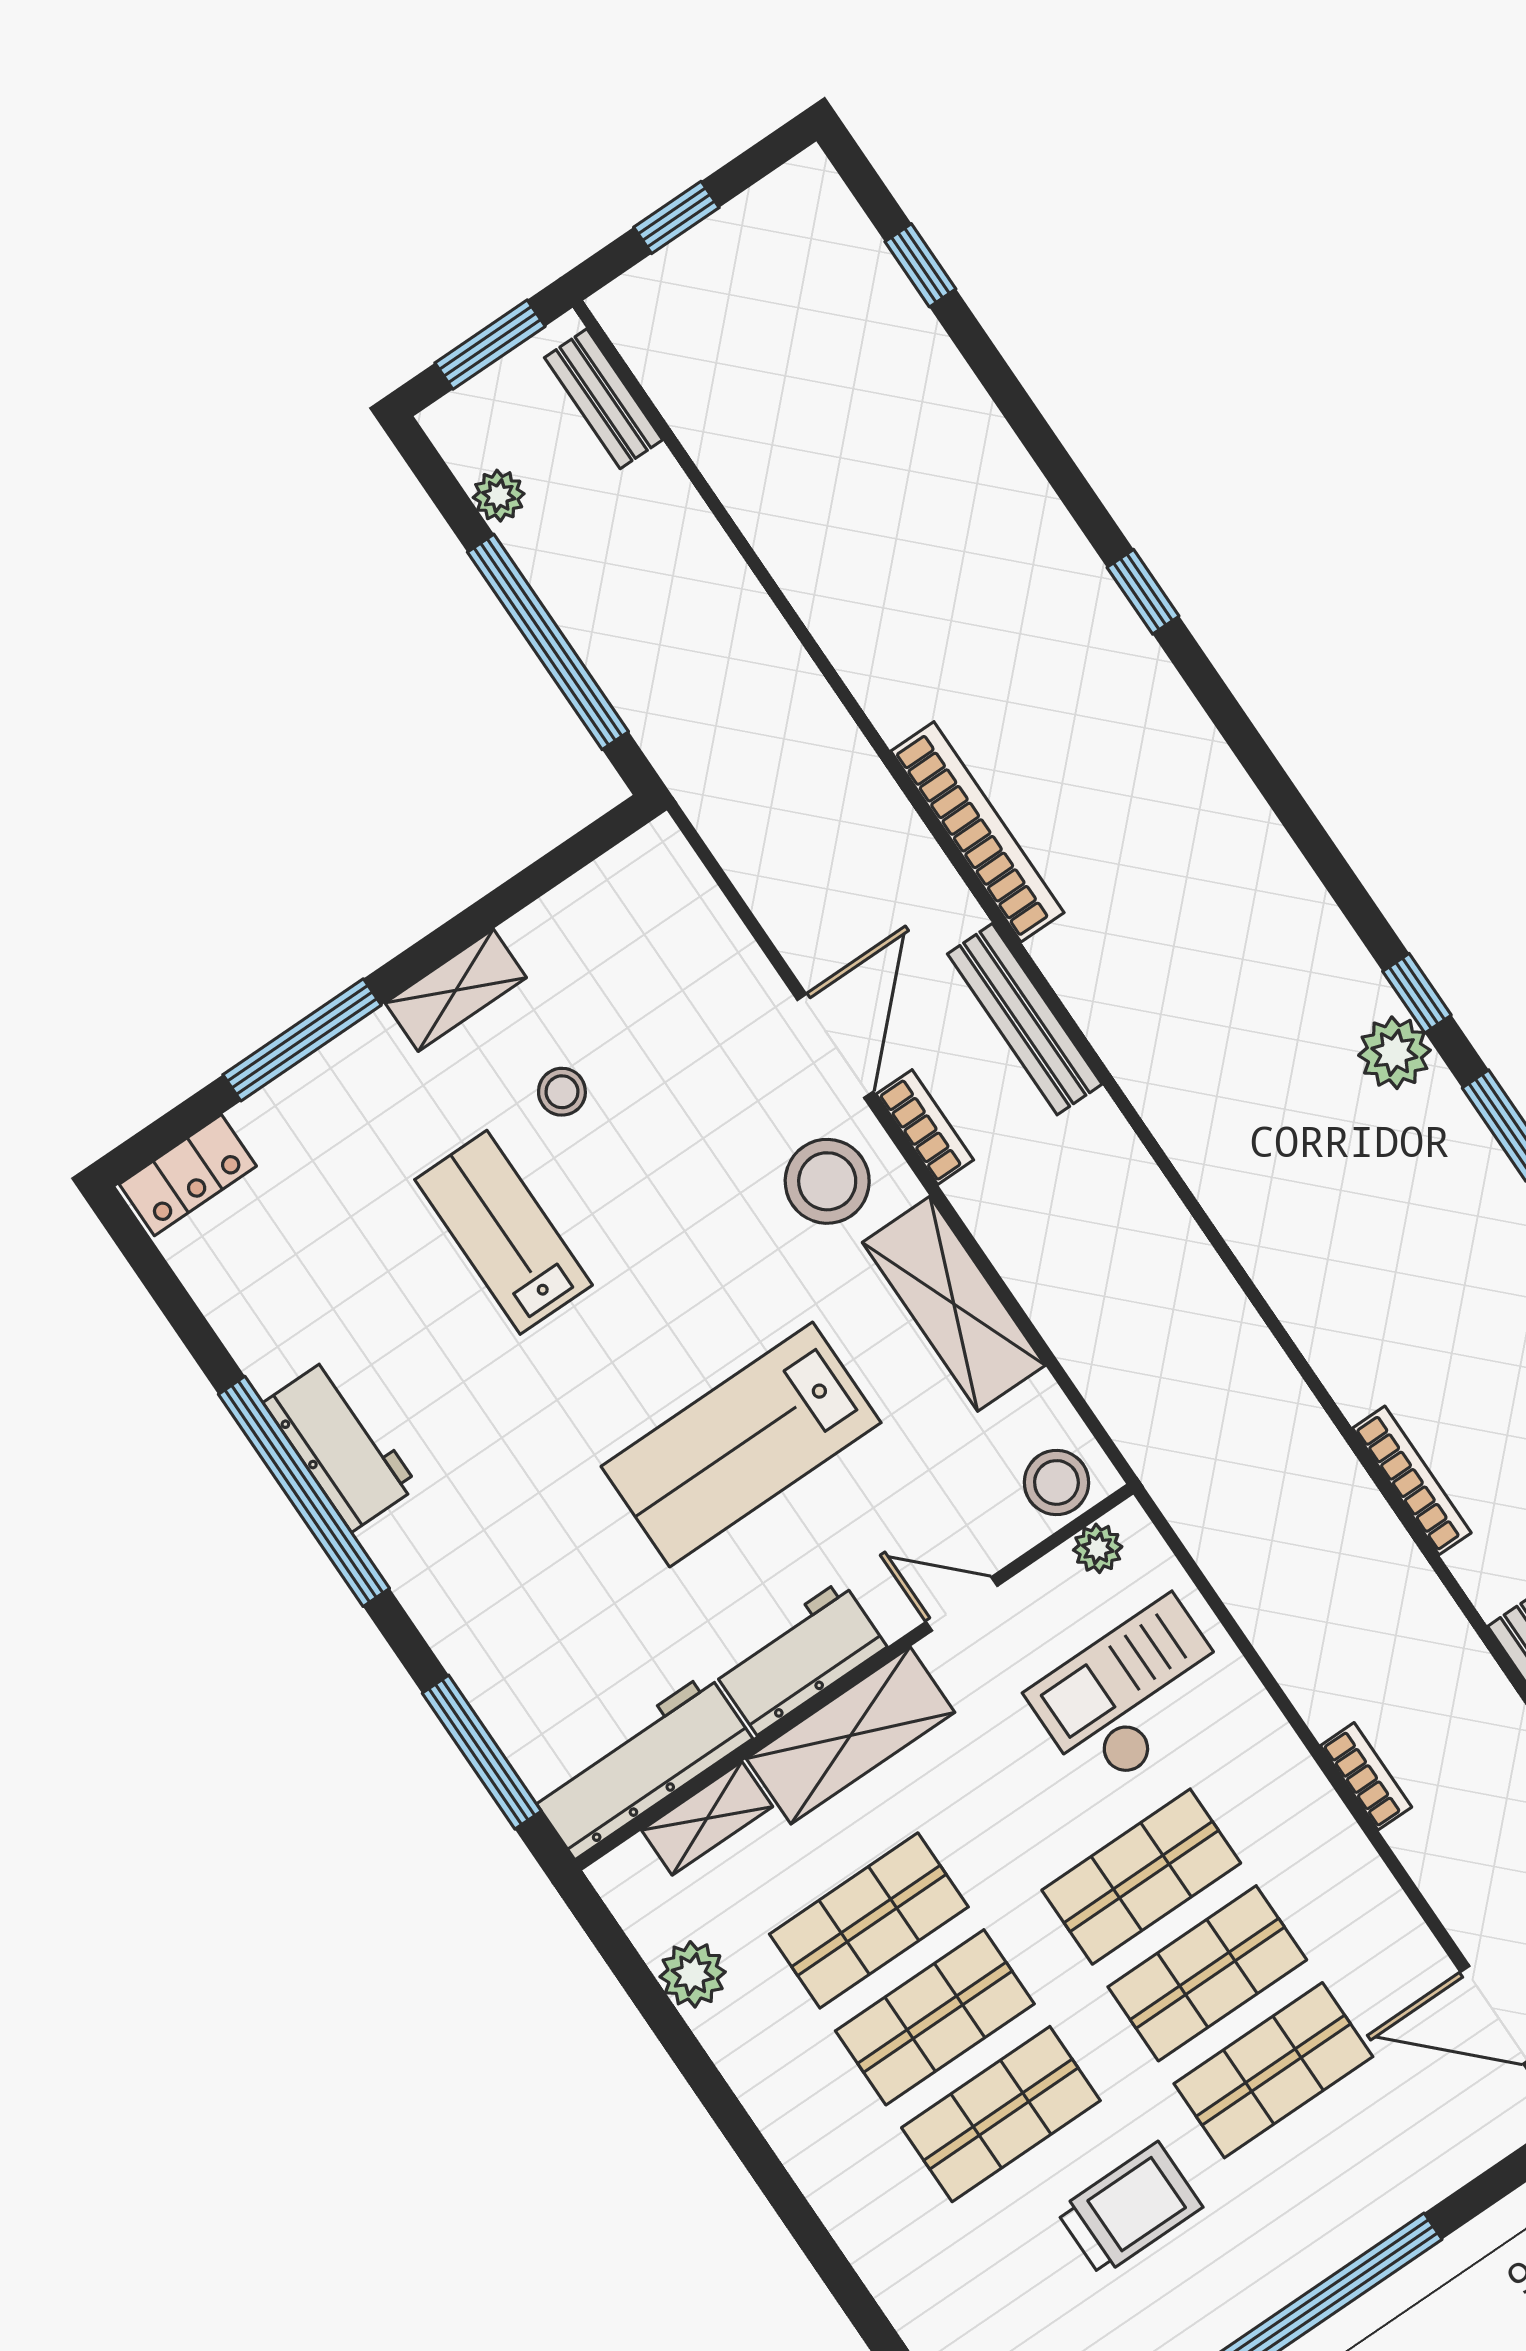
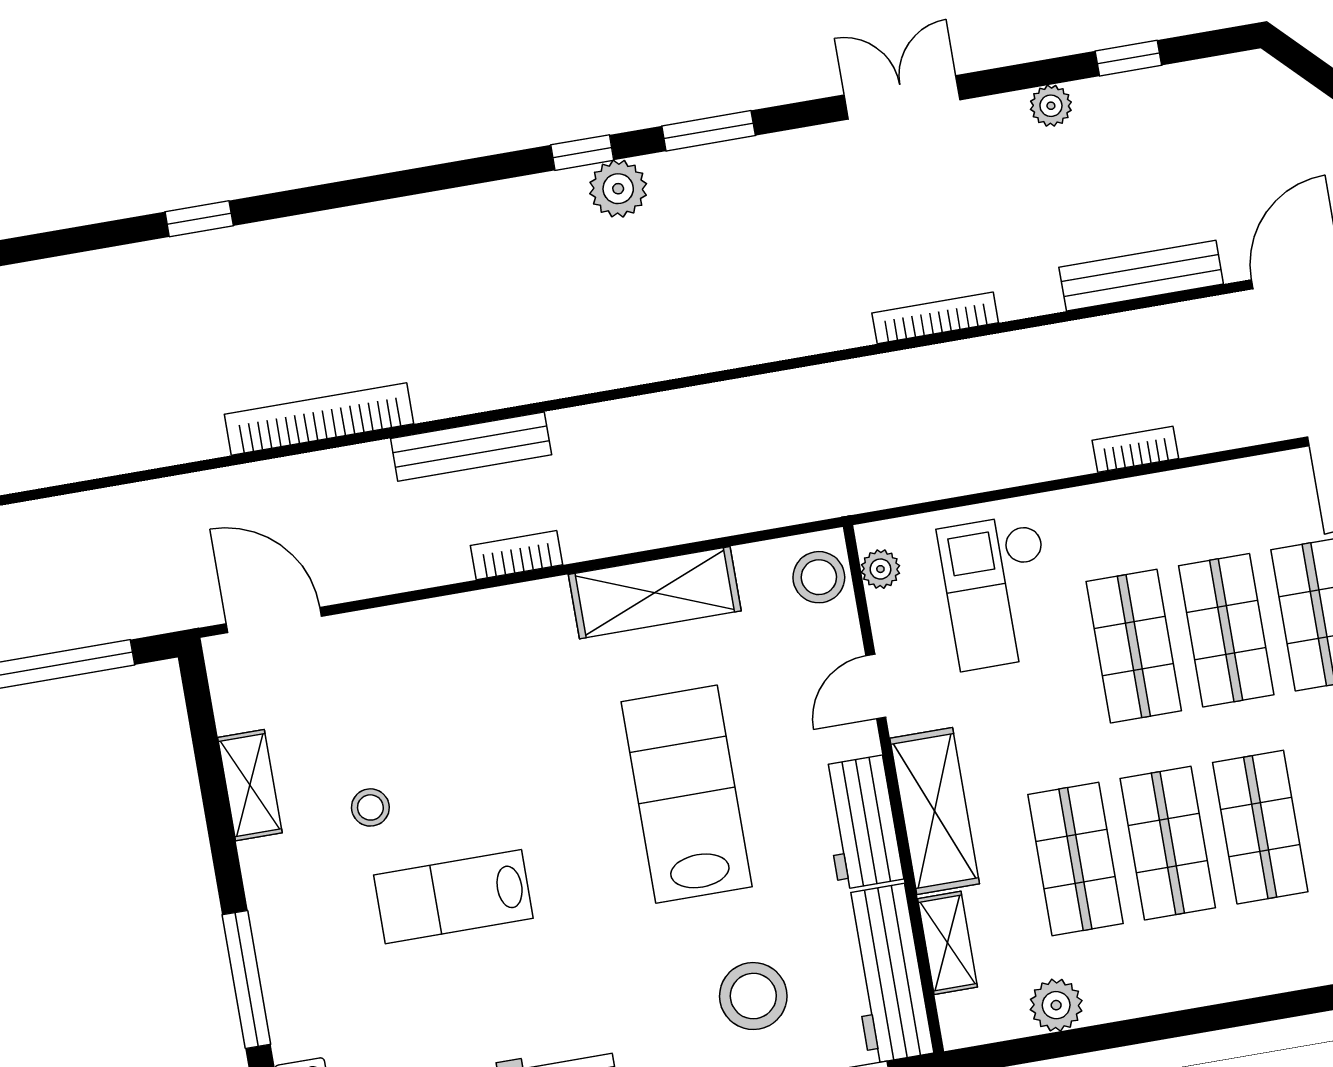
shelving: (456, 990) -> (250, 785), moved
door: (835, 1046) -> (274, 620), moved
stool: (827, 1181) -> (753, 996), moved
lab bench: (741, 1445) -> (687, 794), turned 180

